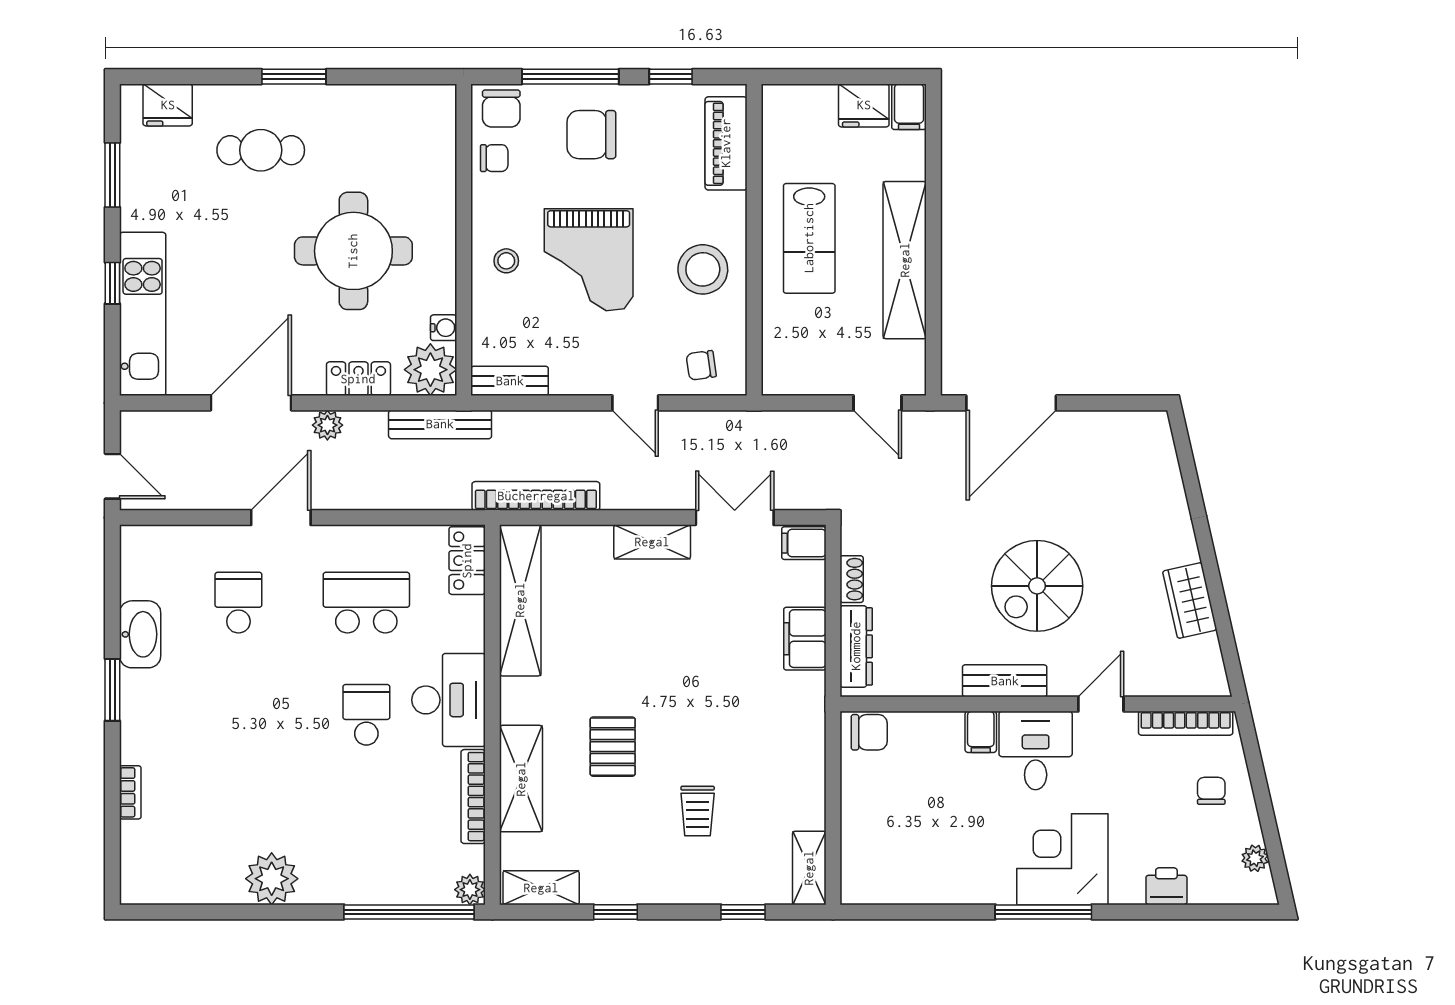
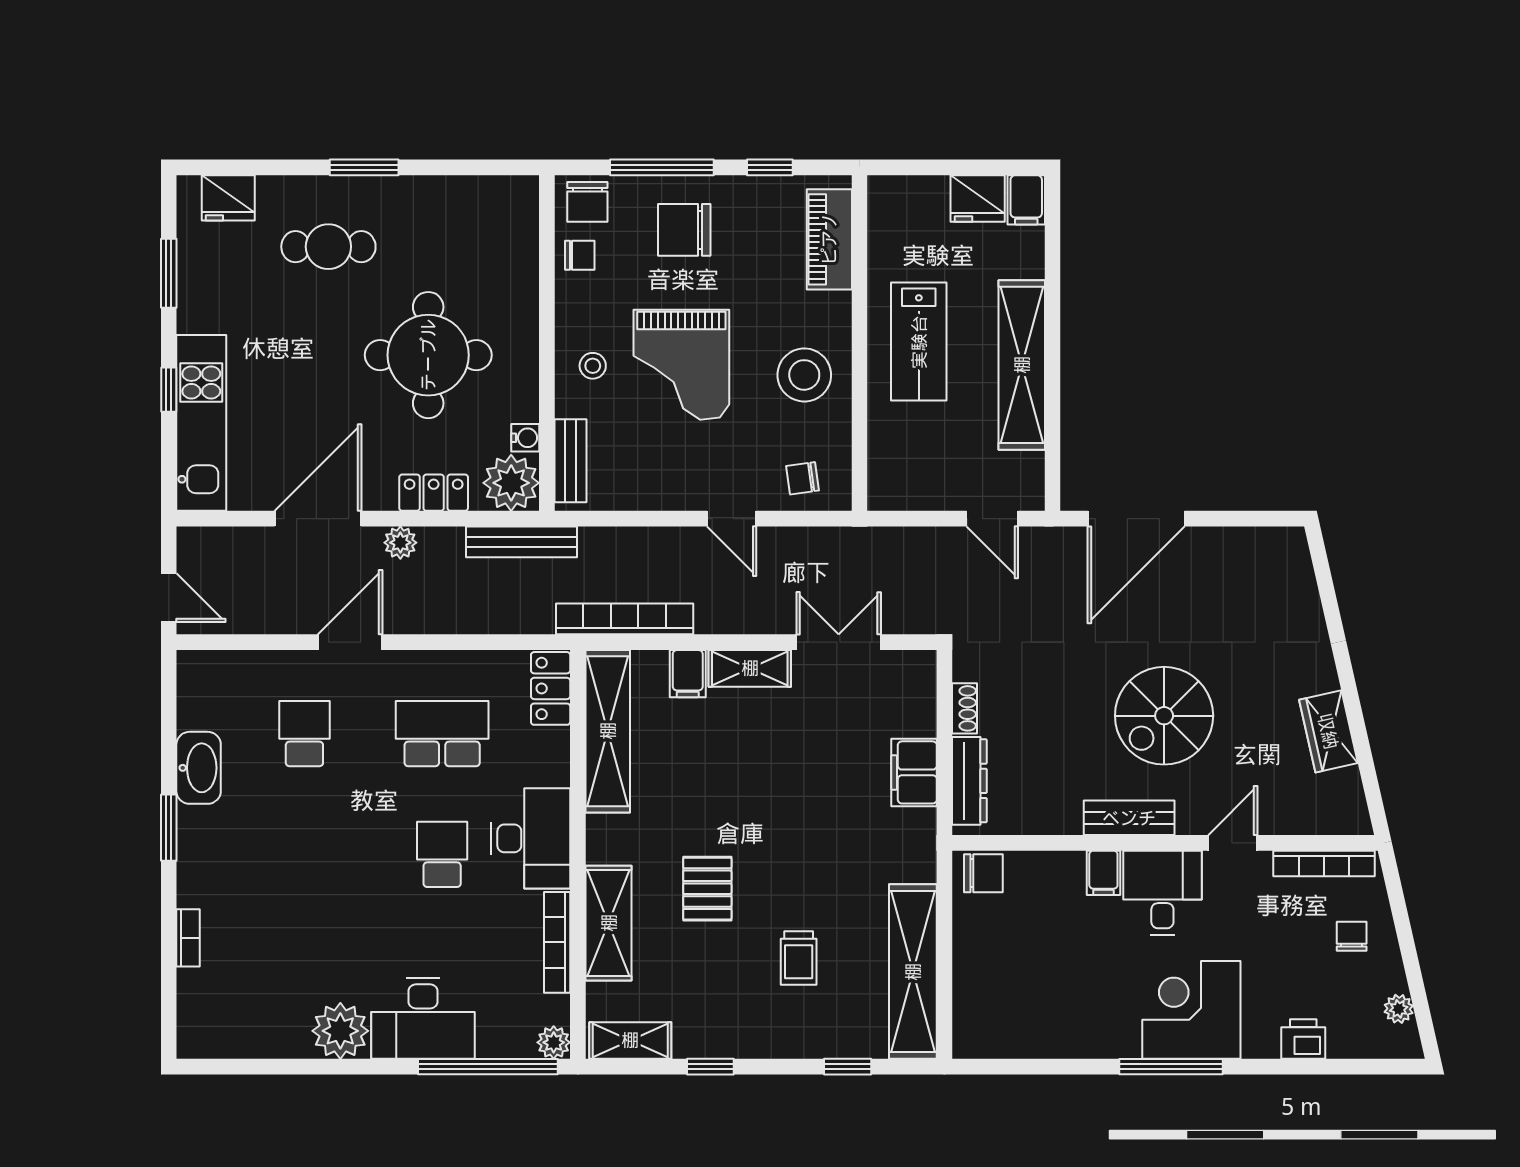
bench: (510, 381) -> (571, 461), moved, turned 90
filing cabinet: (804, 543) -> (688, 674), moved, turned -90
desk: (349, 867) -> (423, 1018), added
shelving: (809, 868) -> (913, 972), width x2.20, depth x1.33

